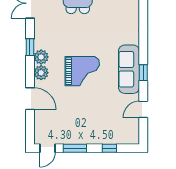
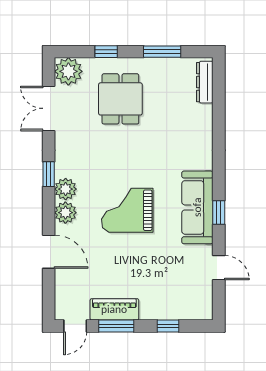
grand piano: (82, 71) -> (127, 210), turned 180
door: (143, 109) -> (219, 268), swing flipped
piano: (74, 137) -> (114, 309), added

